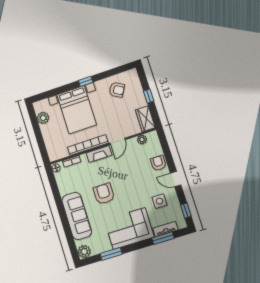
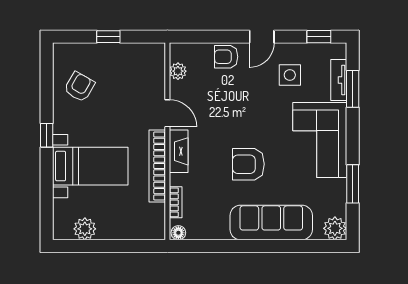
bed with nightstands: (77, 110) -> (90, 166), width x0.73
wardrobe: (145, 119) -> (145, 55), removed

